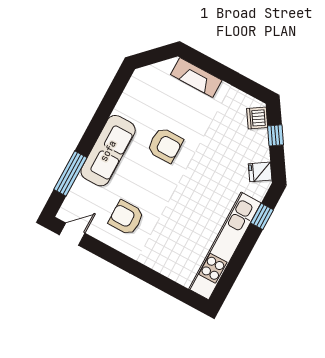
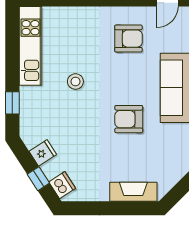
fridge: (260, 172) -> (43, 153), moved
stool: (195, 205) -> (75, 82), added
kitchen unit: (225, 246) -> (30, 46), width x0.73

